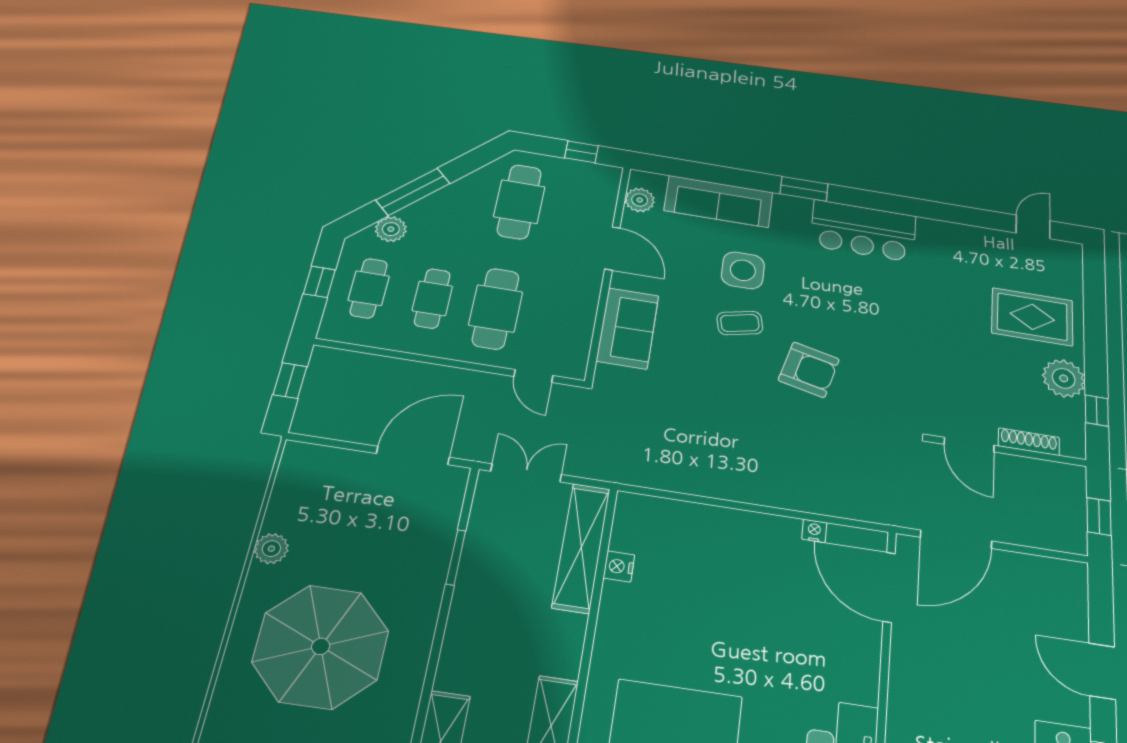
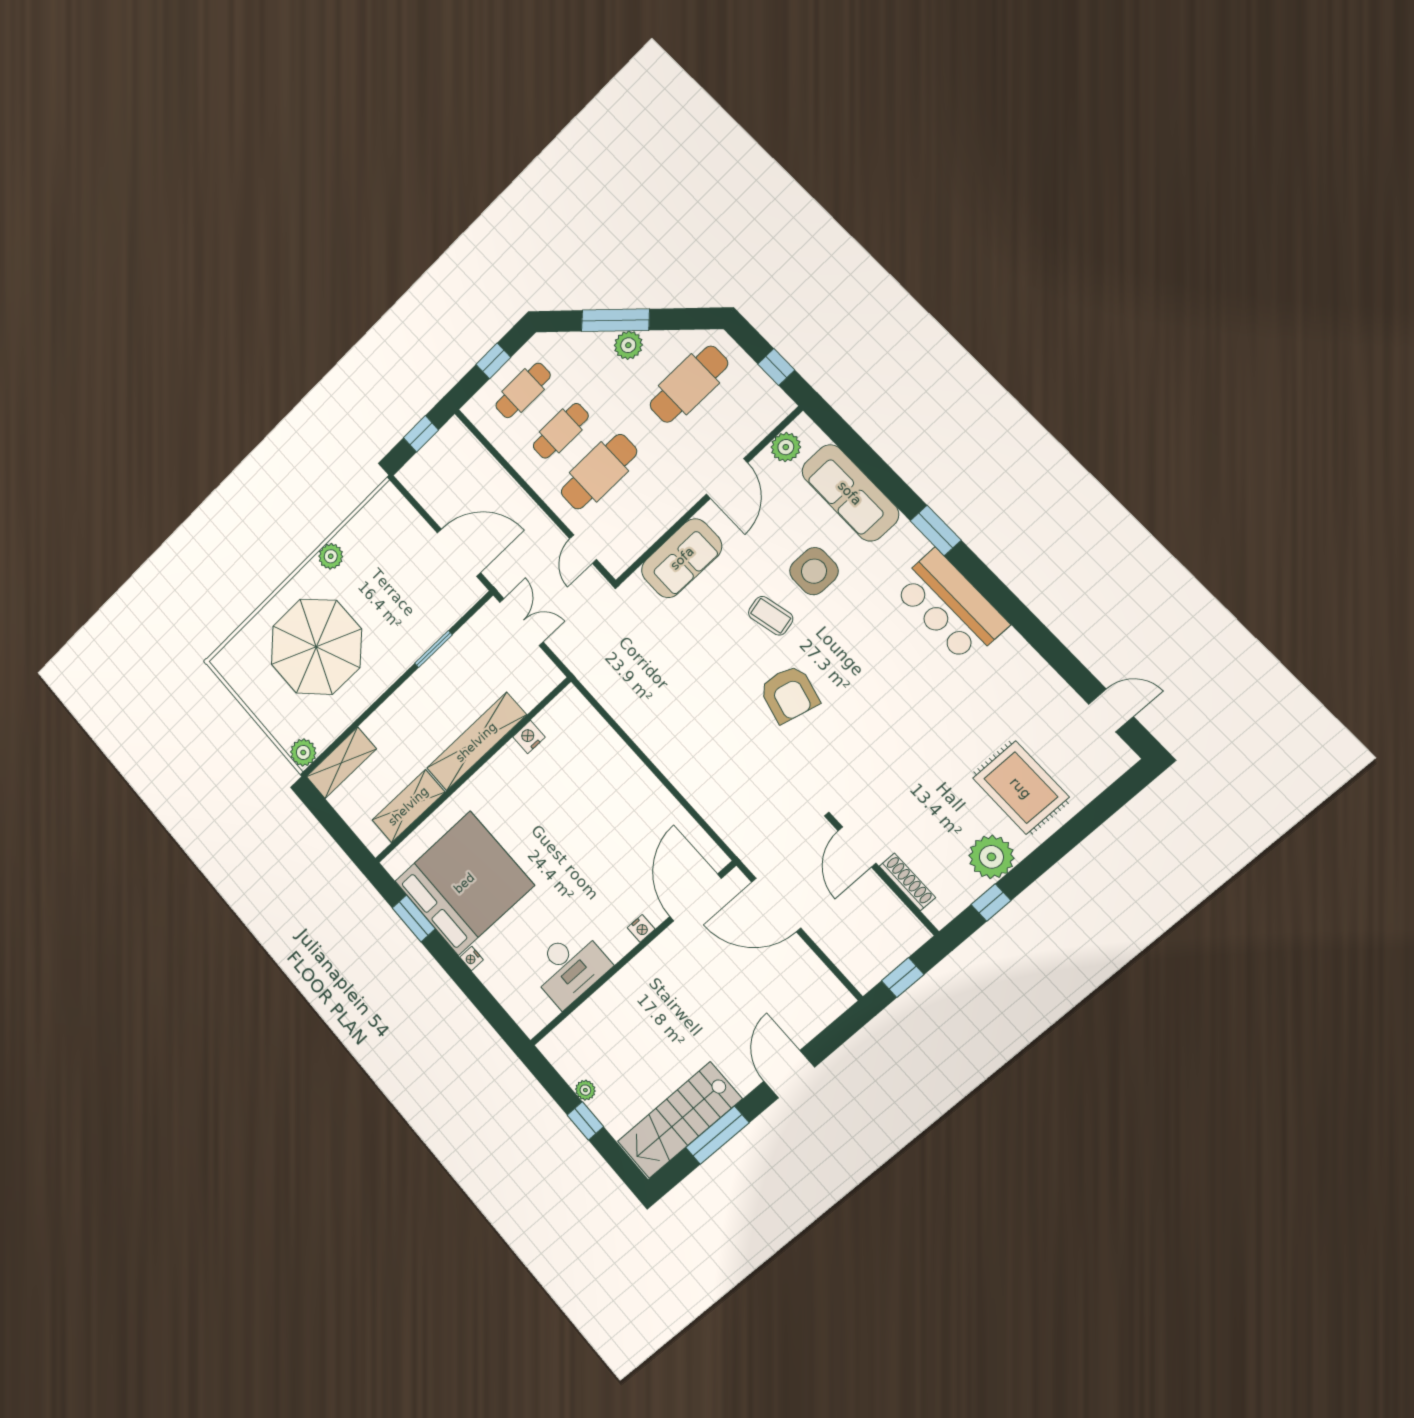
plant: (391, 229) -> (628, 345), moved
nightstand: (814, 531) -> (641, 928), moved, turned 90
shelving: (581, 547) -> (476, 742), moved

